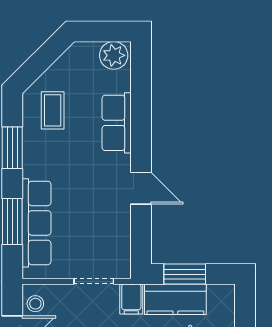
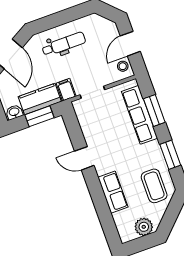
plant: (114, 55) -> (144, 227), moved
coffee table: (53, 110) -> (154, 186), width x1.36, depth x1.30
washbasin: (220, 294) -> (14, 112), added

